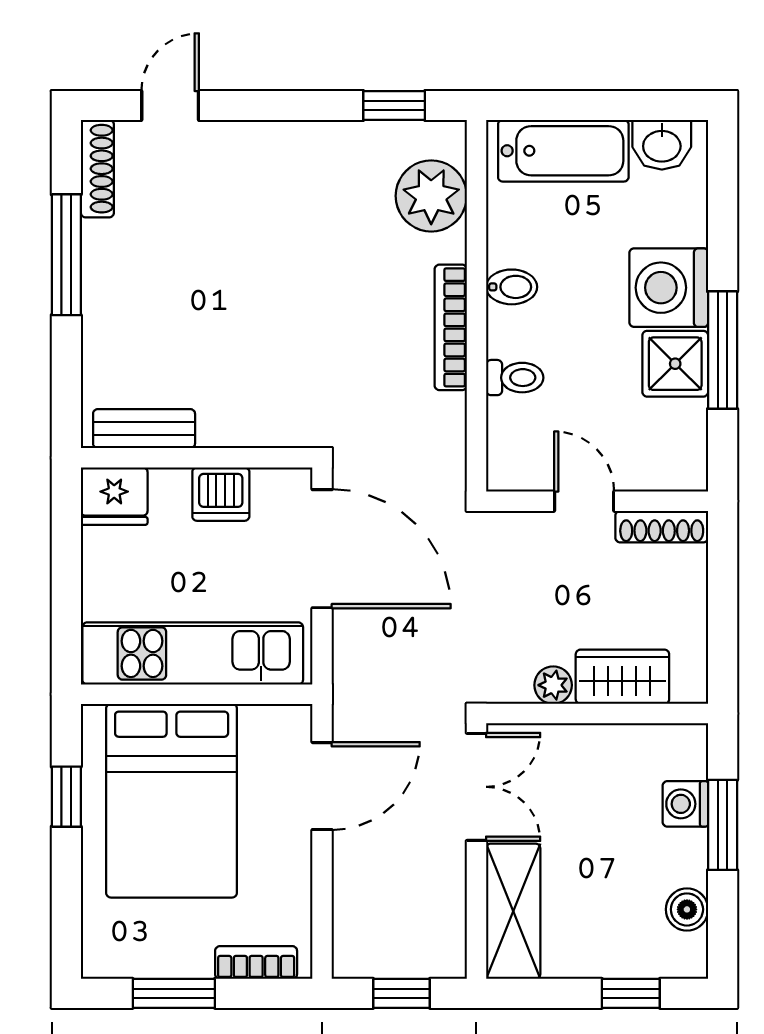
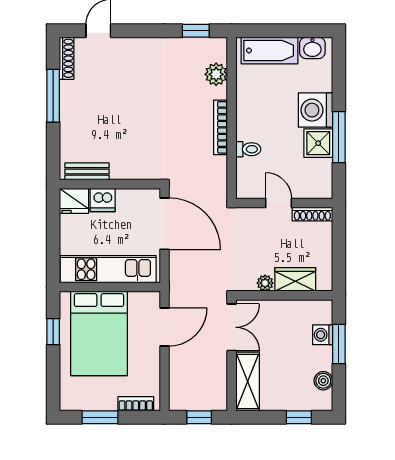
plant: (431, 196) -> (216, 74), width x0.73, depth x0.73
bidet: (512, 287) -> (247, 110), removed
dishwasher: (221, 494) -> (103, 200), moved

